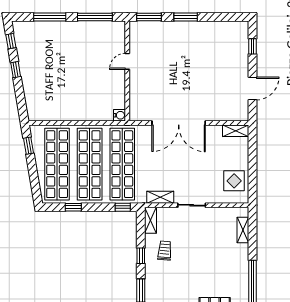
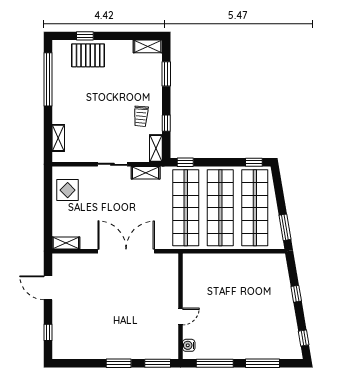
window: (16, 70) -> (296, 294), moved
door: (252, 88) -> (48, 288), hinge flipped
water cooler: (120, 115) -> (189, 345), moved
window: (28, 146) -> (285, 227), width x1.50
window: (73, 207) -> (254, 162), moved
window: (141, 256) -> (166, 123), moved

